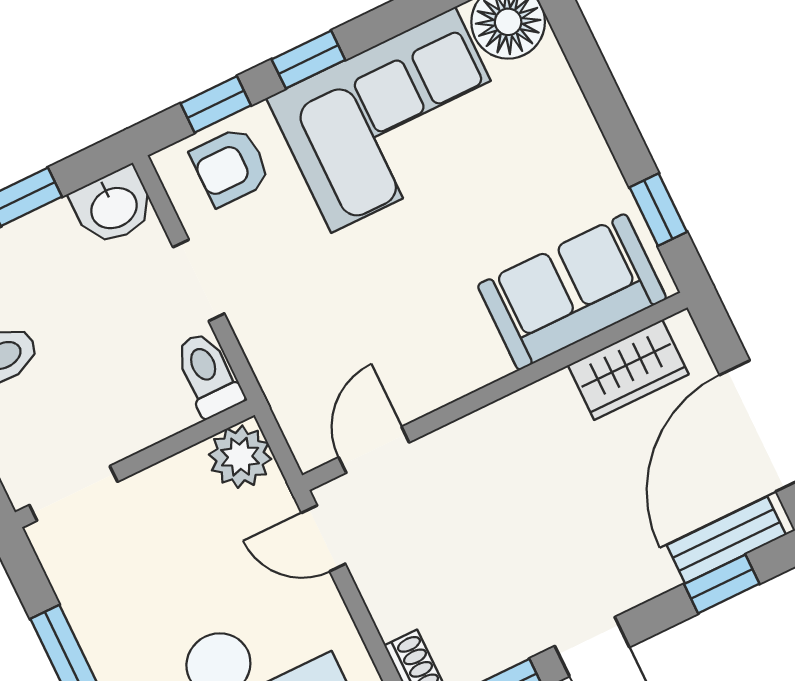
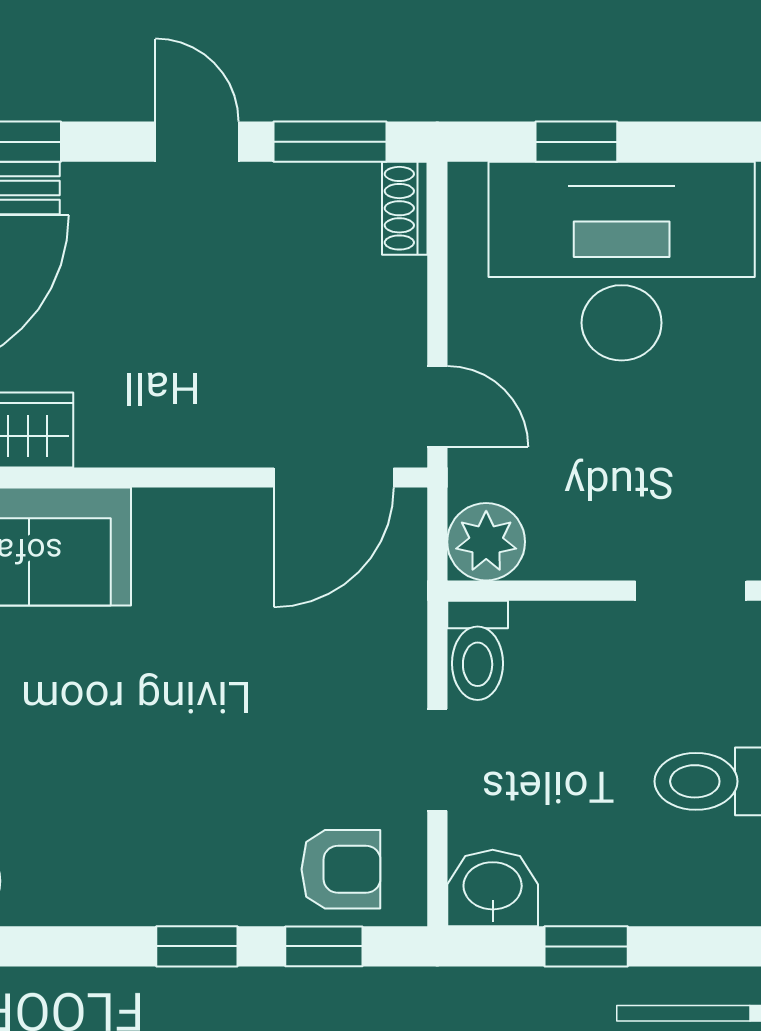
corner sofa: (393, 120) -> (135, 834), removed
door: (374, 450) -> (334, 478), width x1.38

